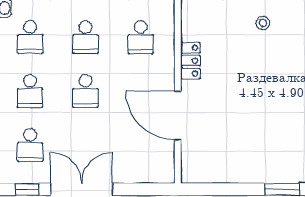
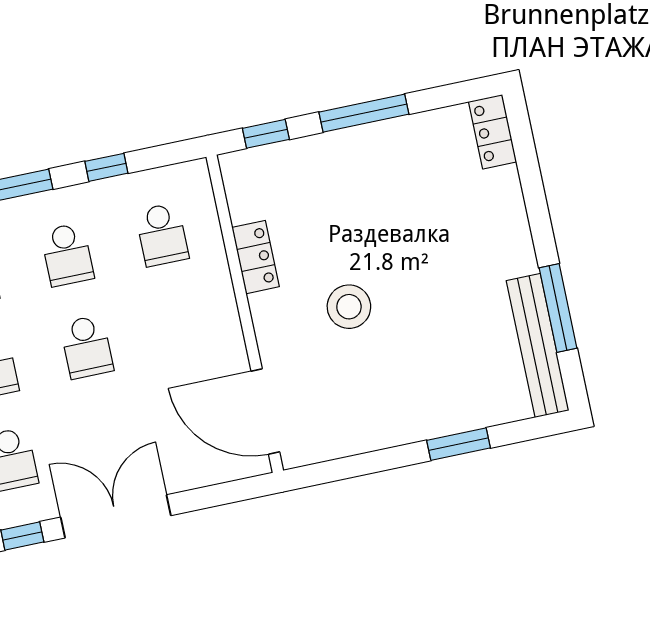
stool: (263, 23) -> (349, 307), moved, width x1.89, depth x1.89
door: (178, 116) -> (265, 411), moved

